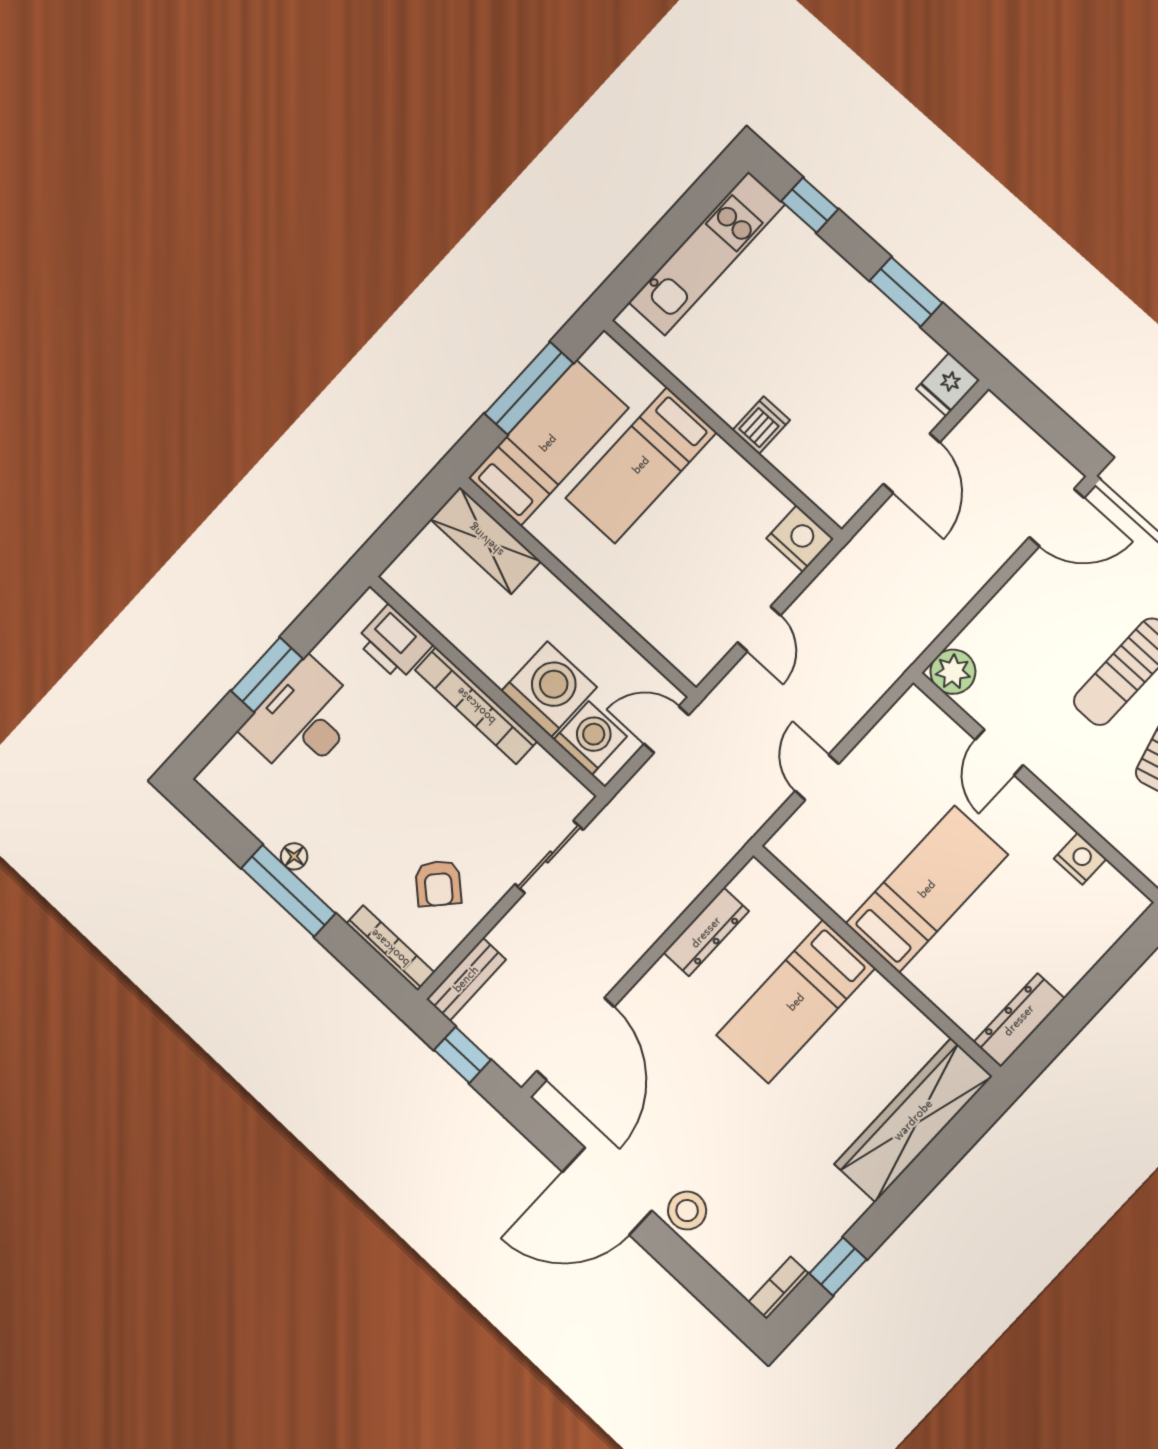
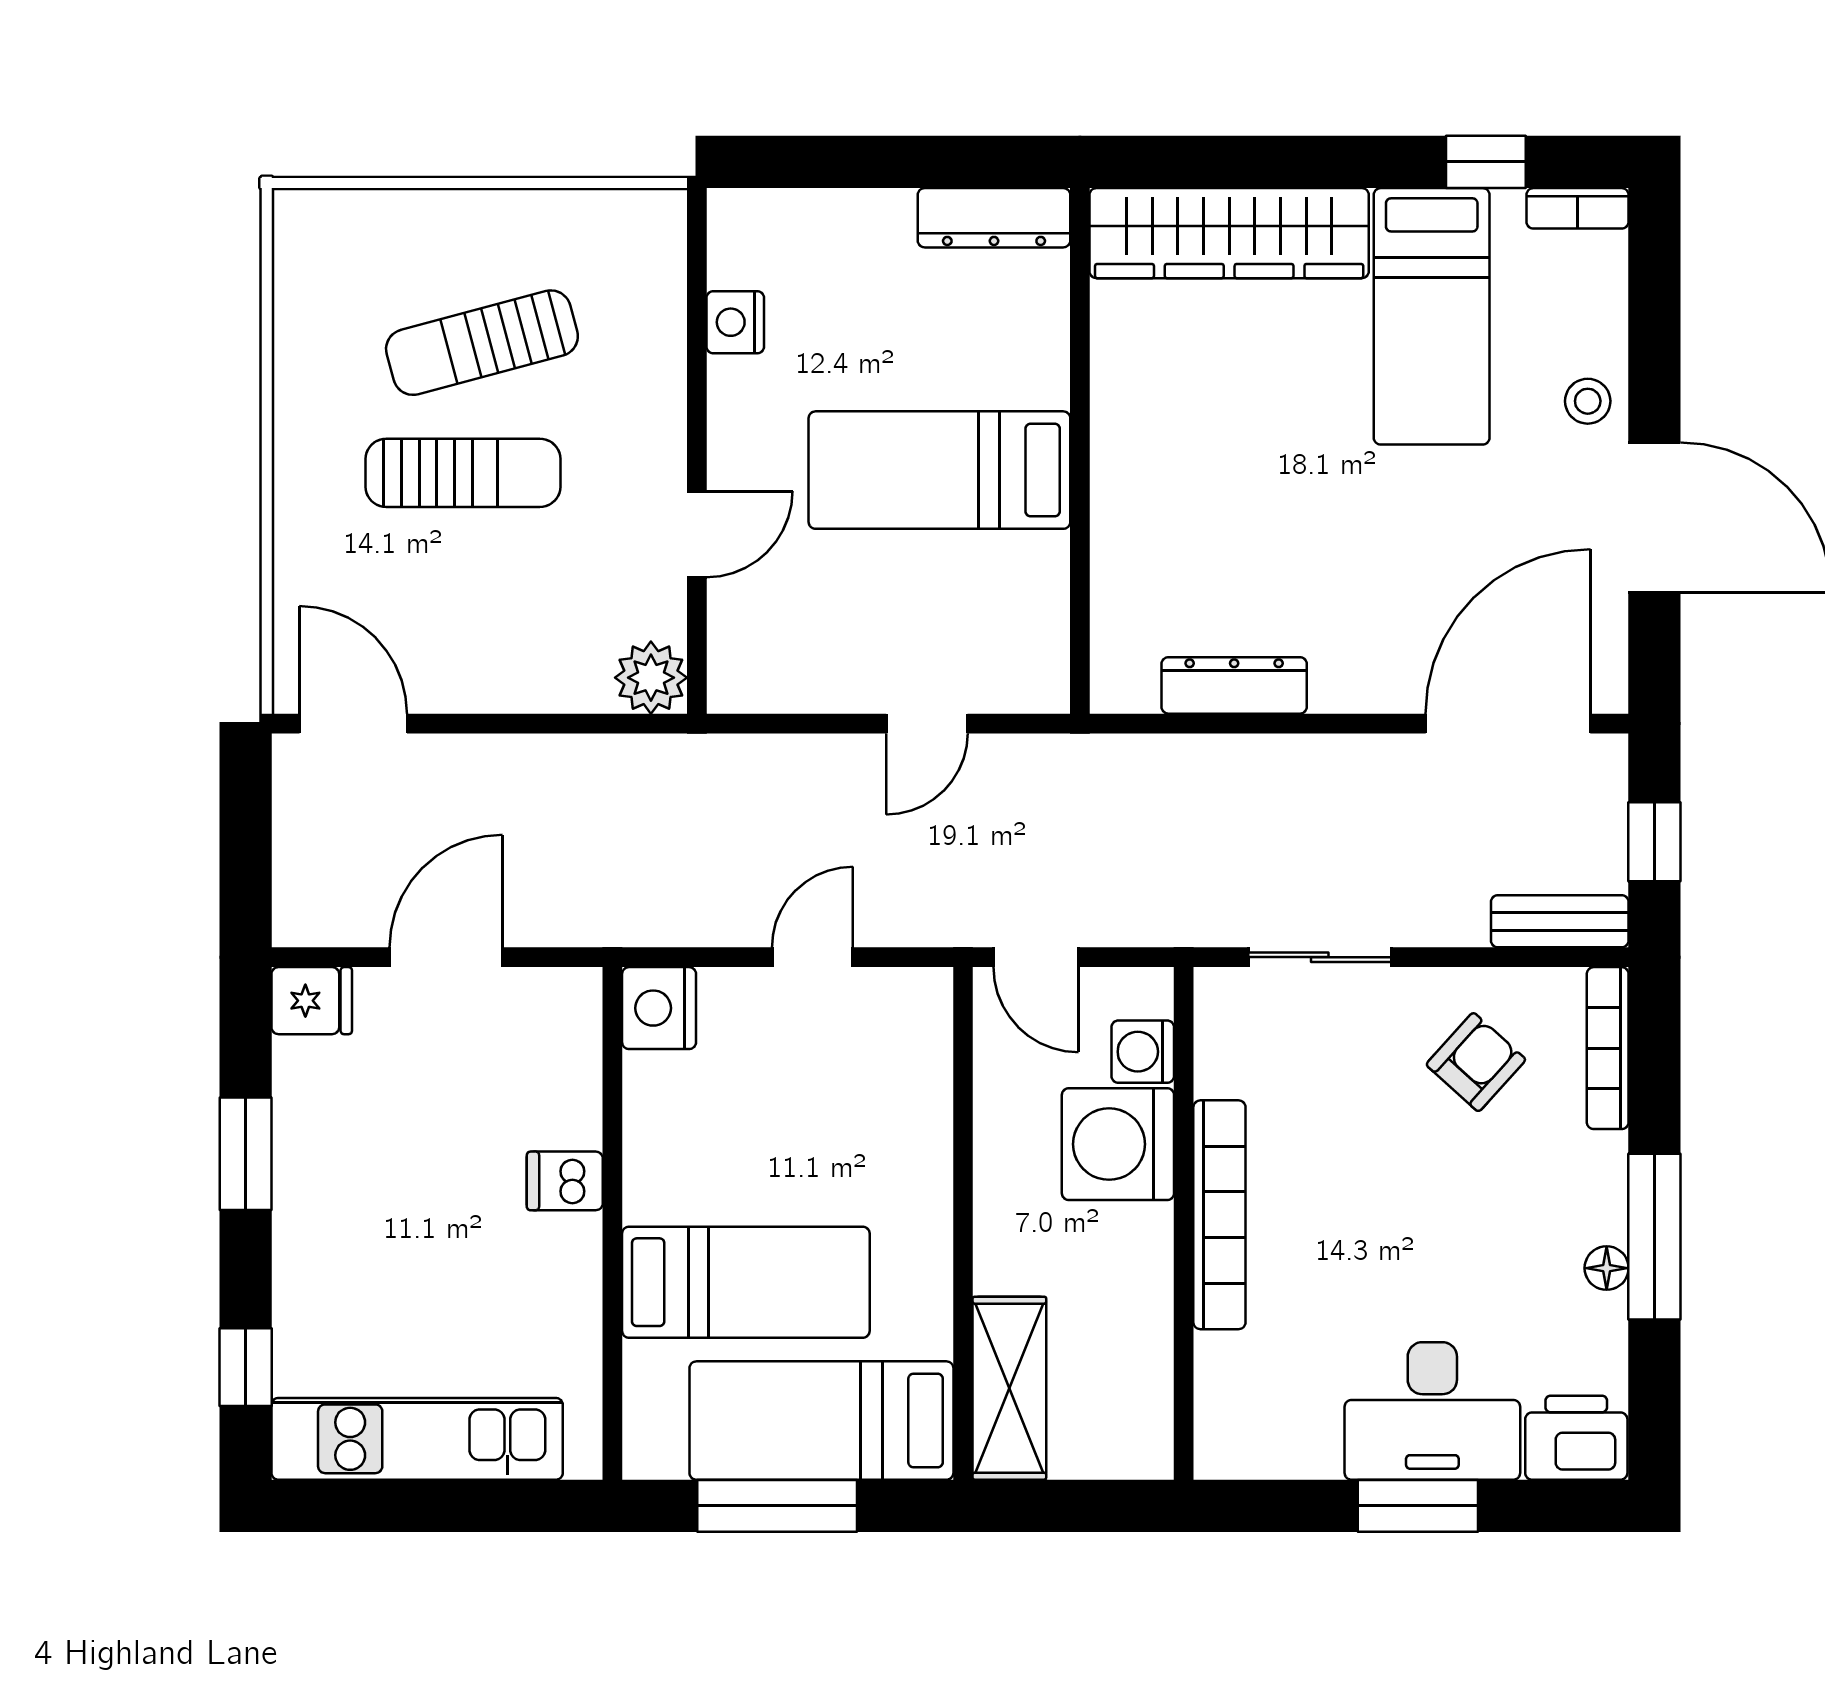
printer: (394, 643) -> (1576, 1438), moved, turned -90
washing machine: (590, 738) -> (1143, 1052), width x0.73, depth x0.73
bed: (796, 1002) -> (1432, 316), moved, turned 90
stool: (687, 1211) -> (1588, 401), width x0.73, depth x0.73

